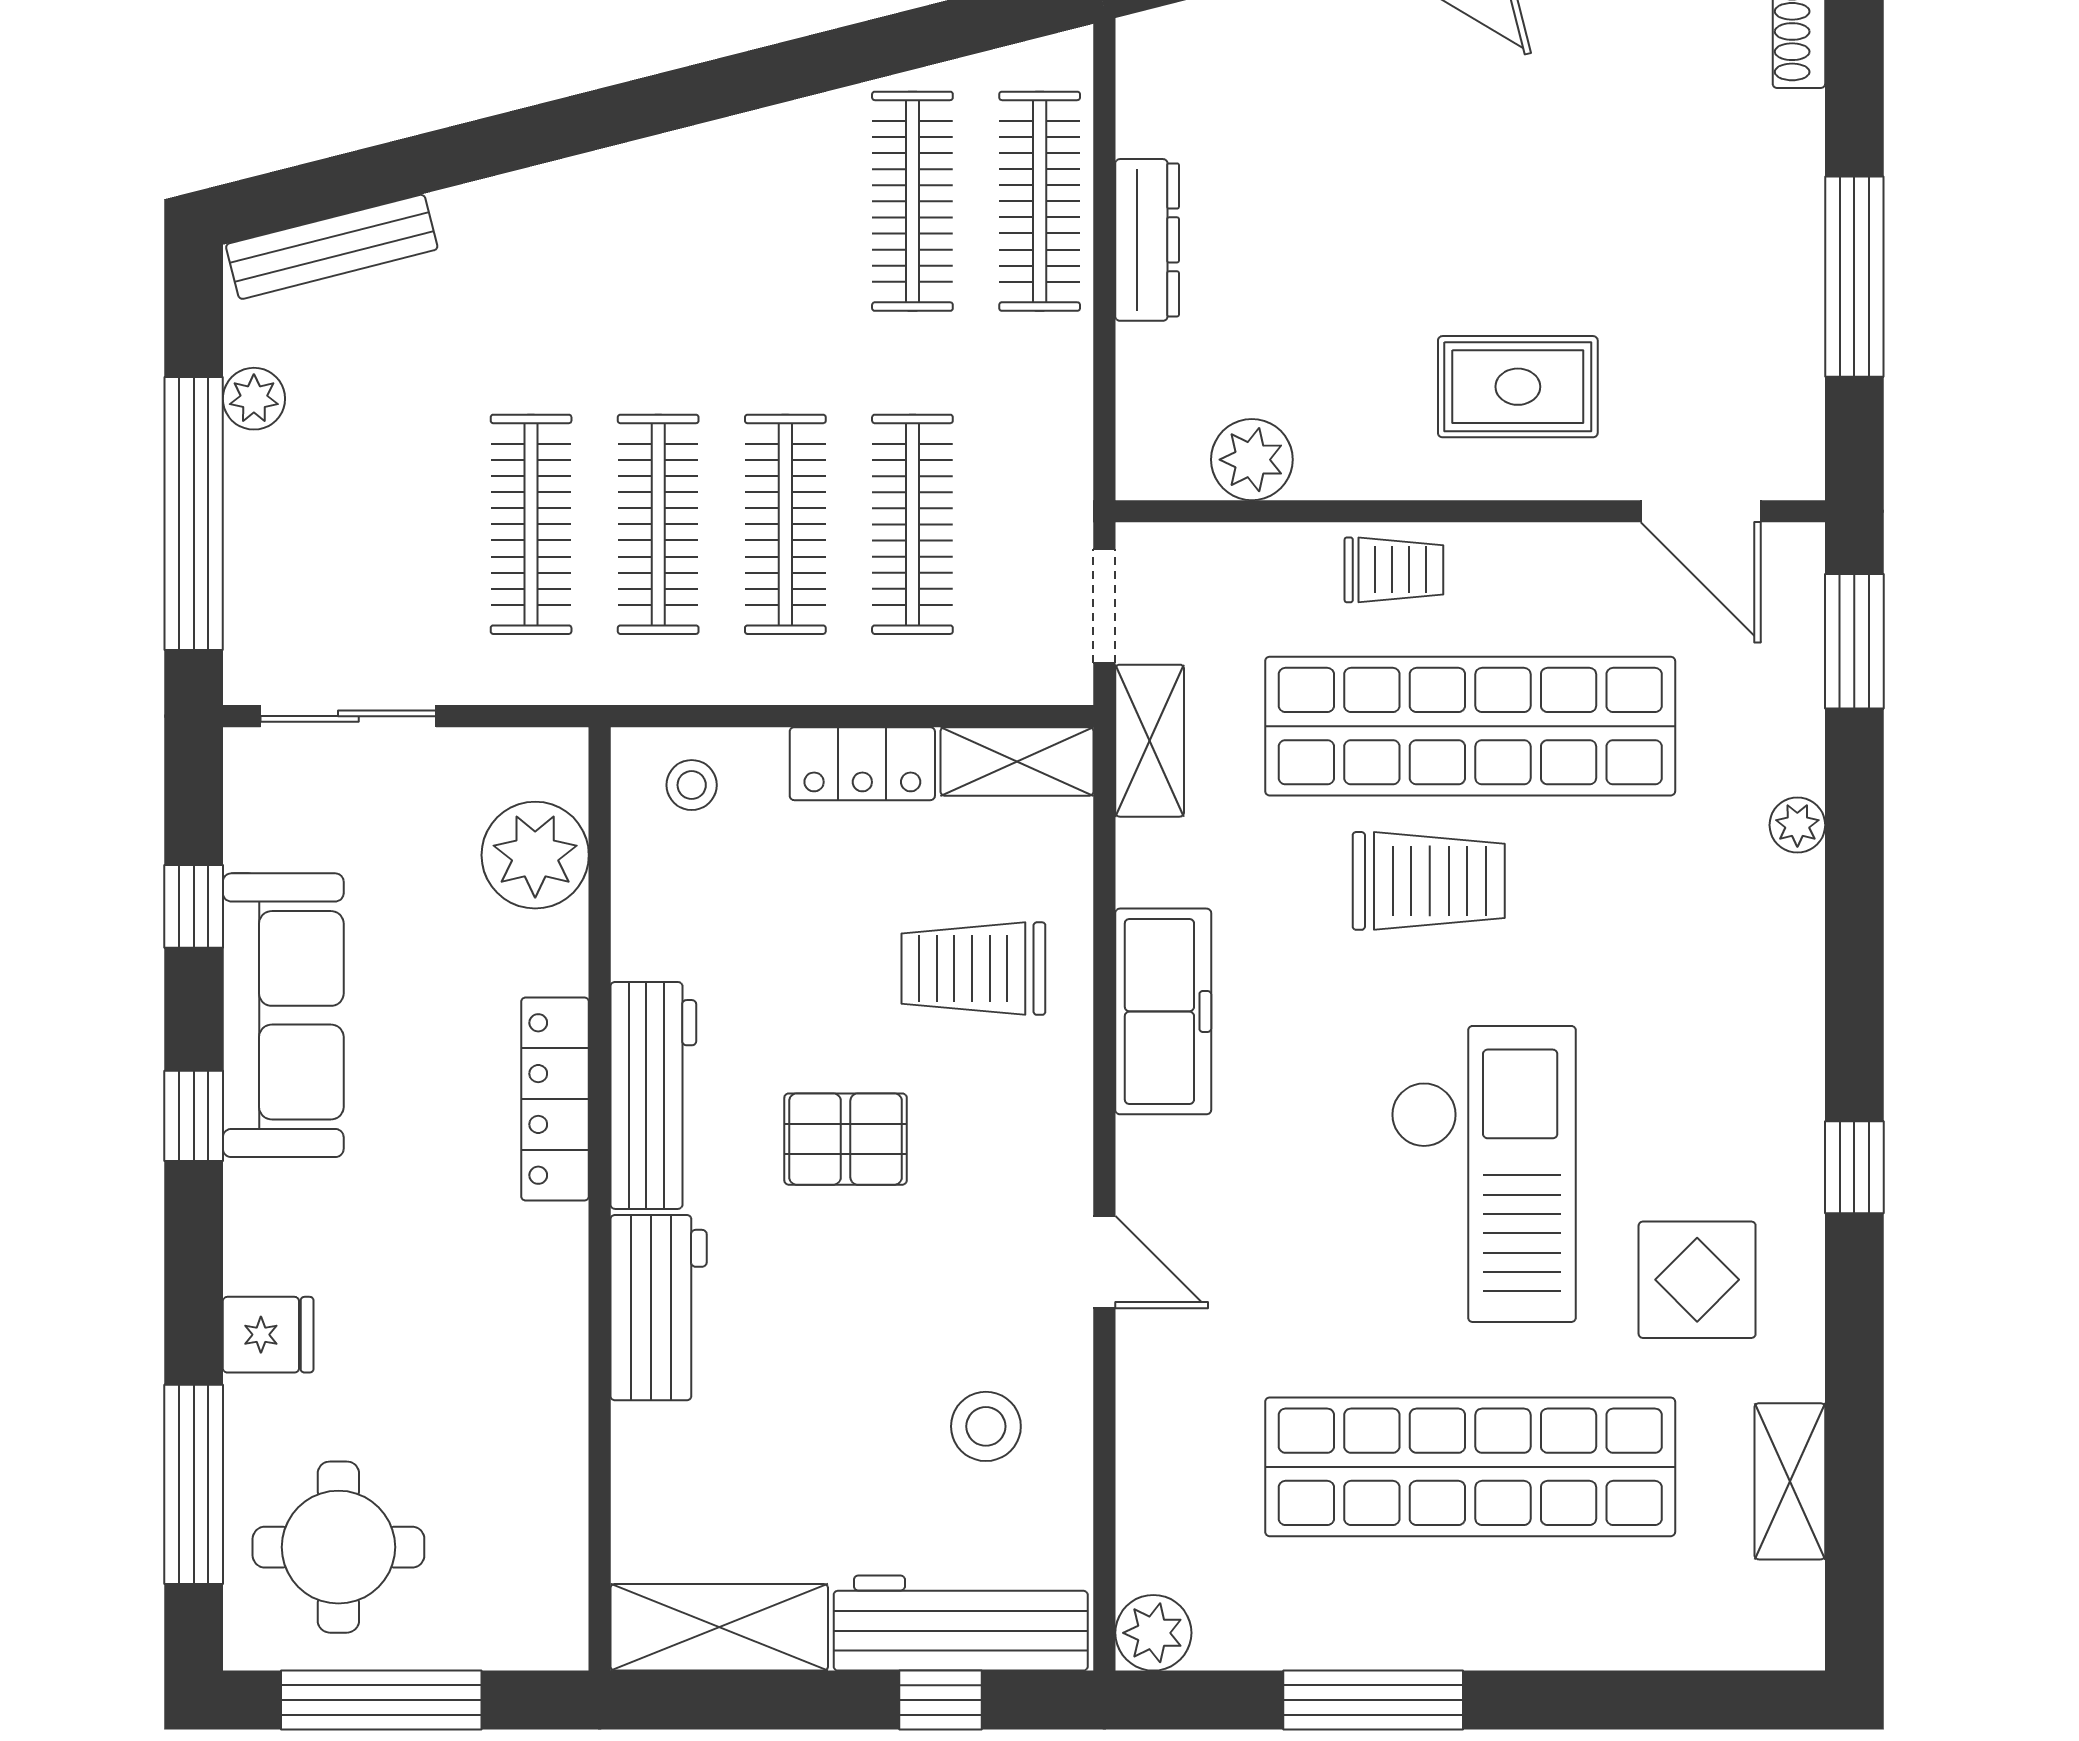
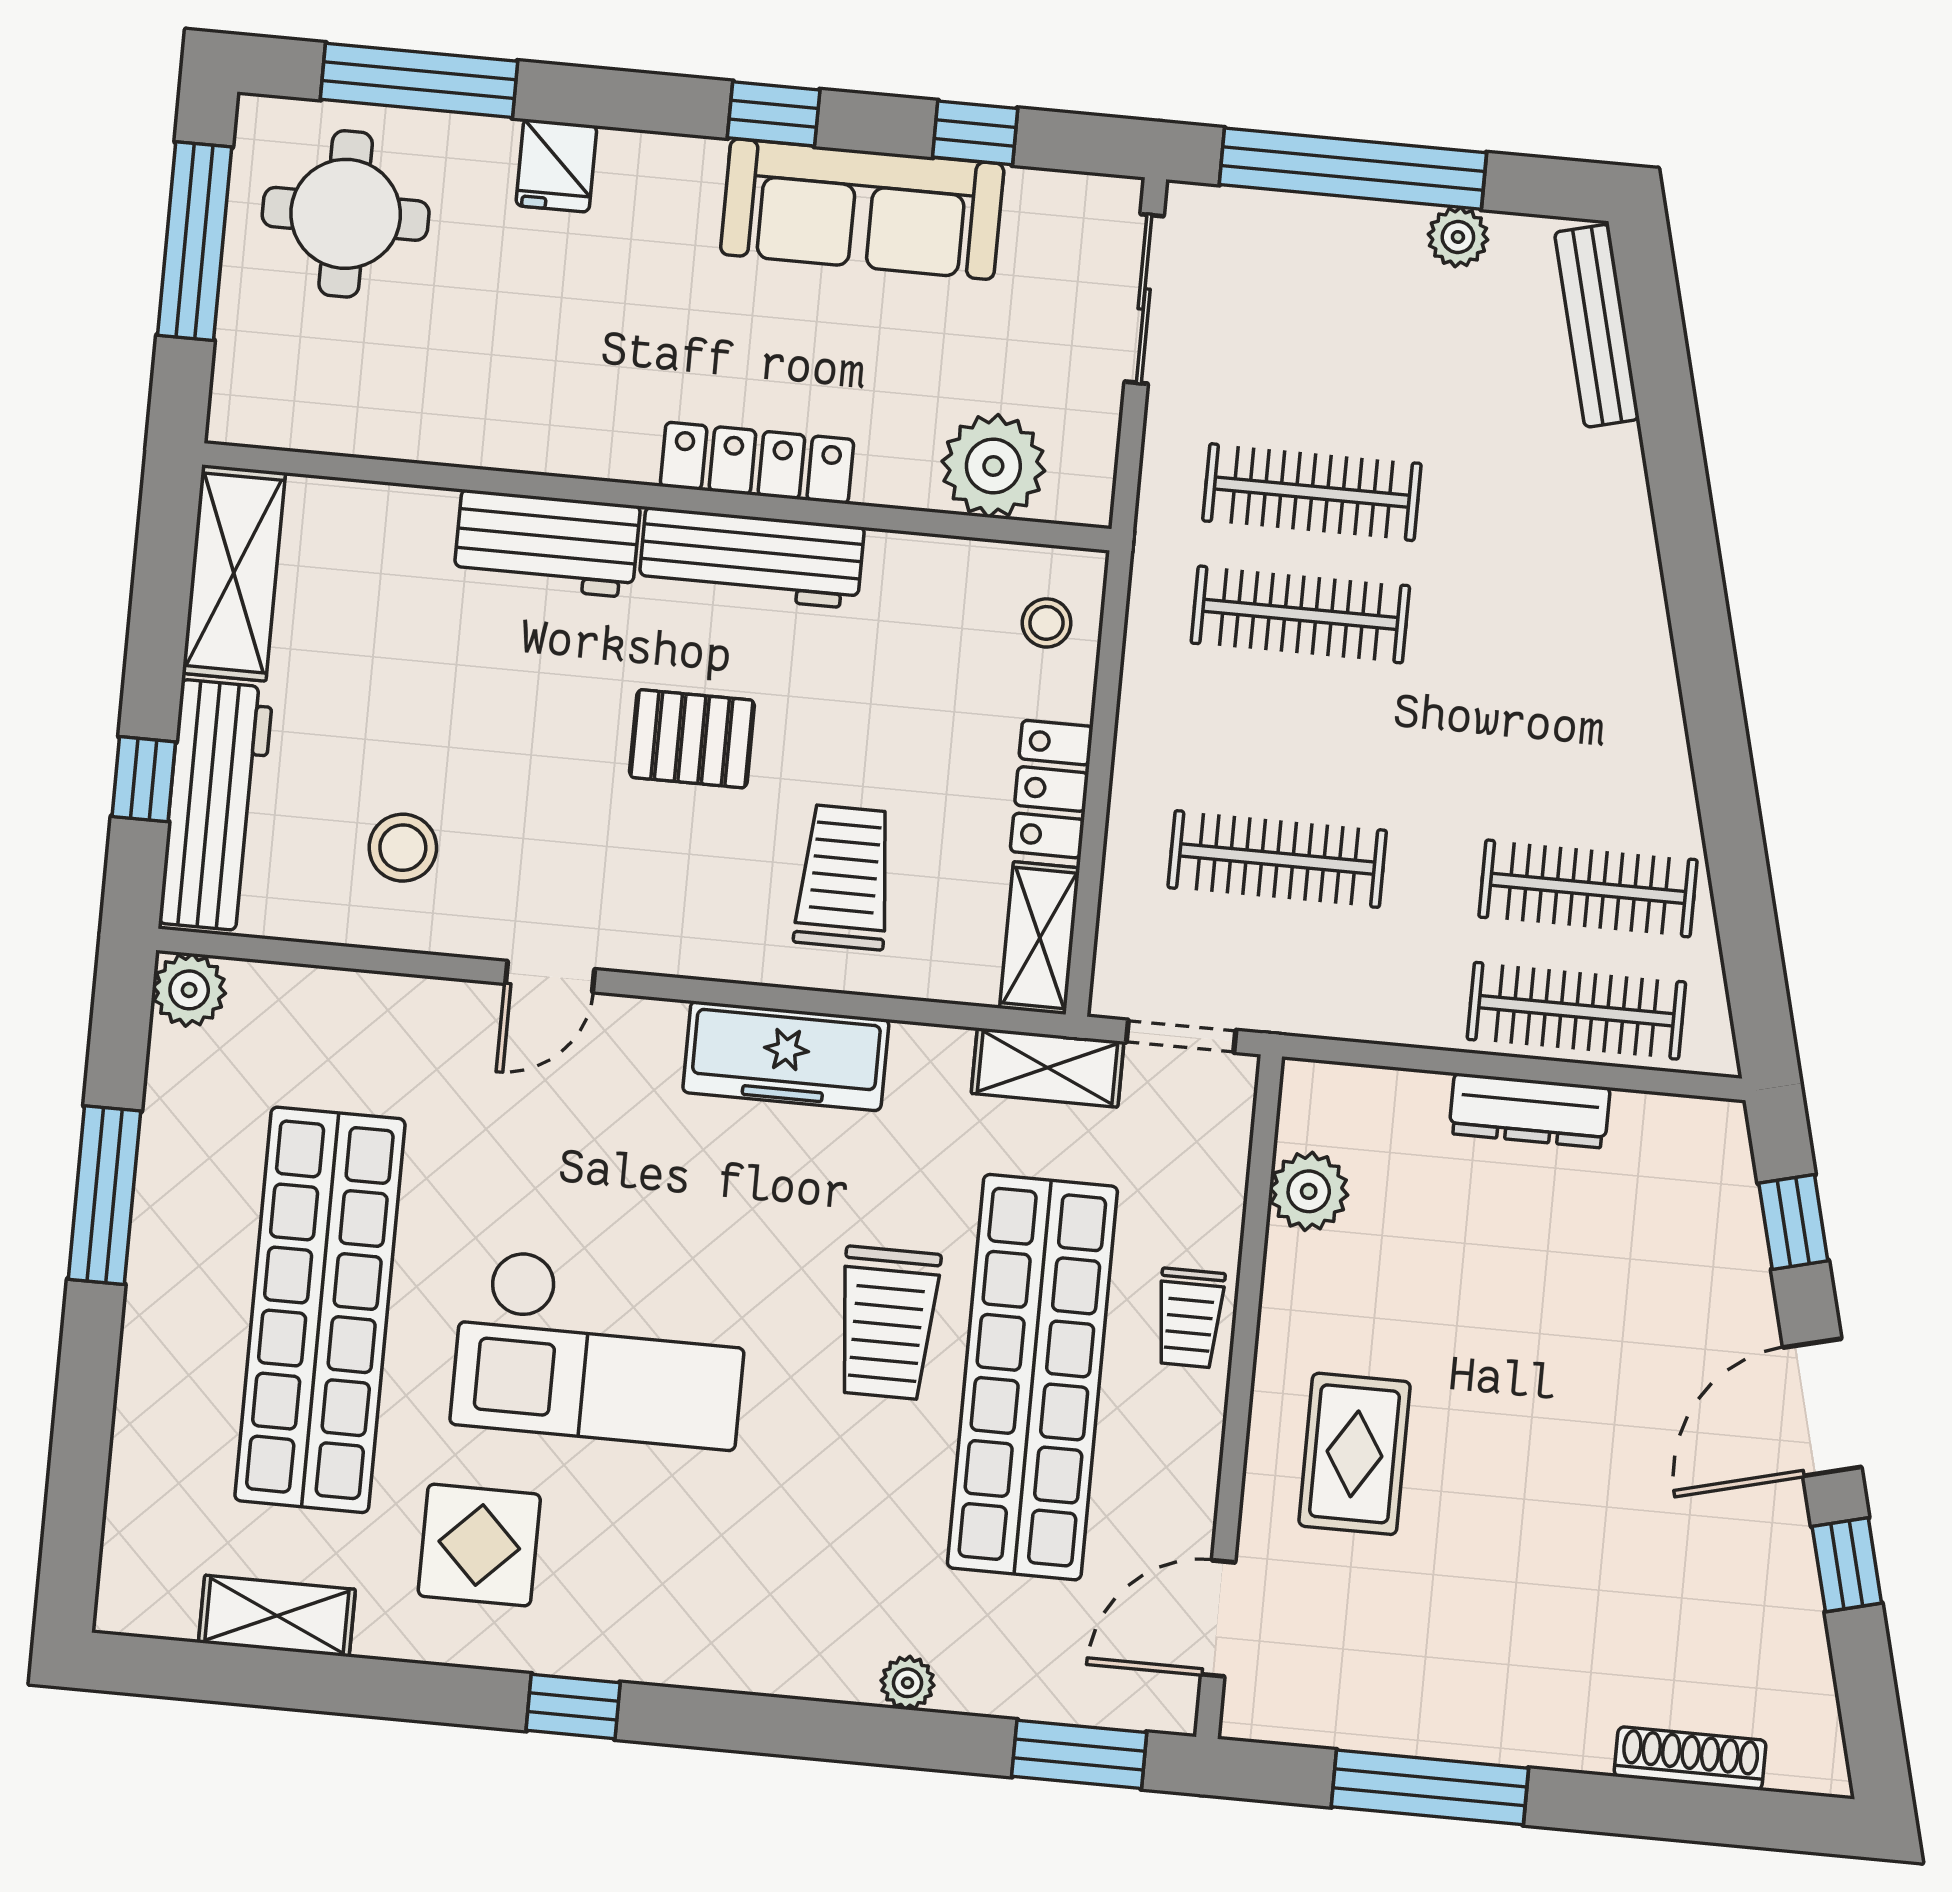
clothes rail: (785, 524) -> (1289, 737), removed
pallet: (846, 1139) -> (692, 739), turned 90

